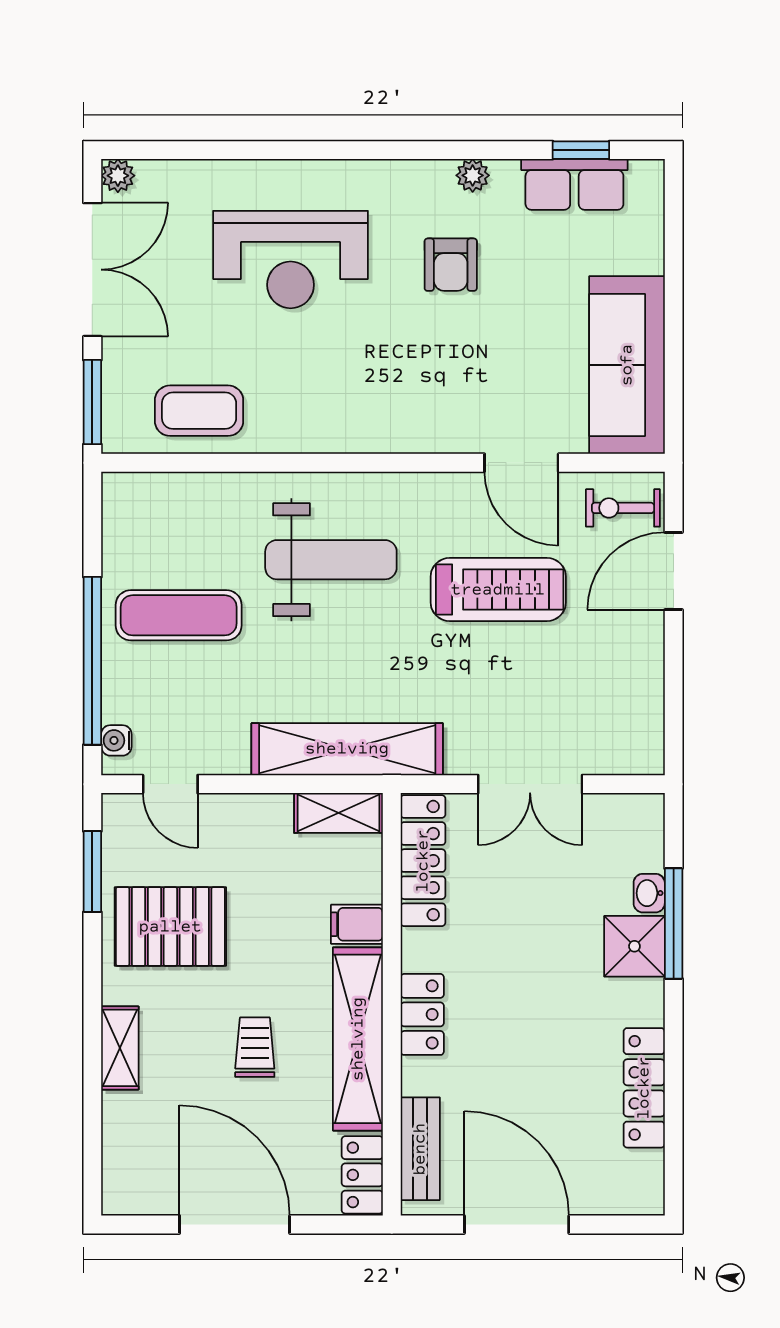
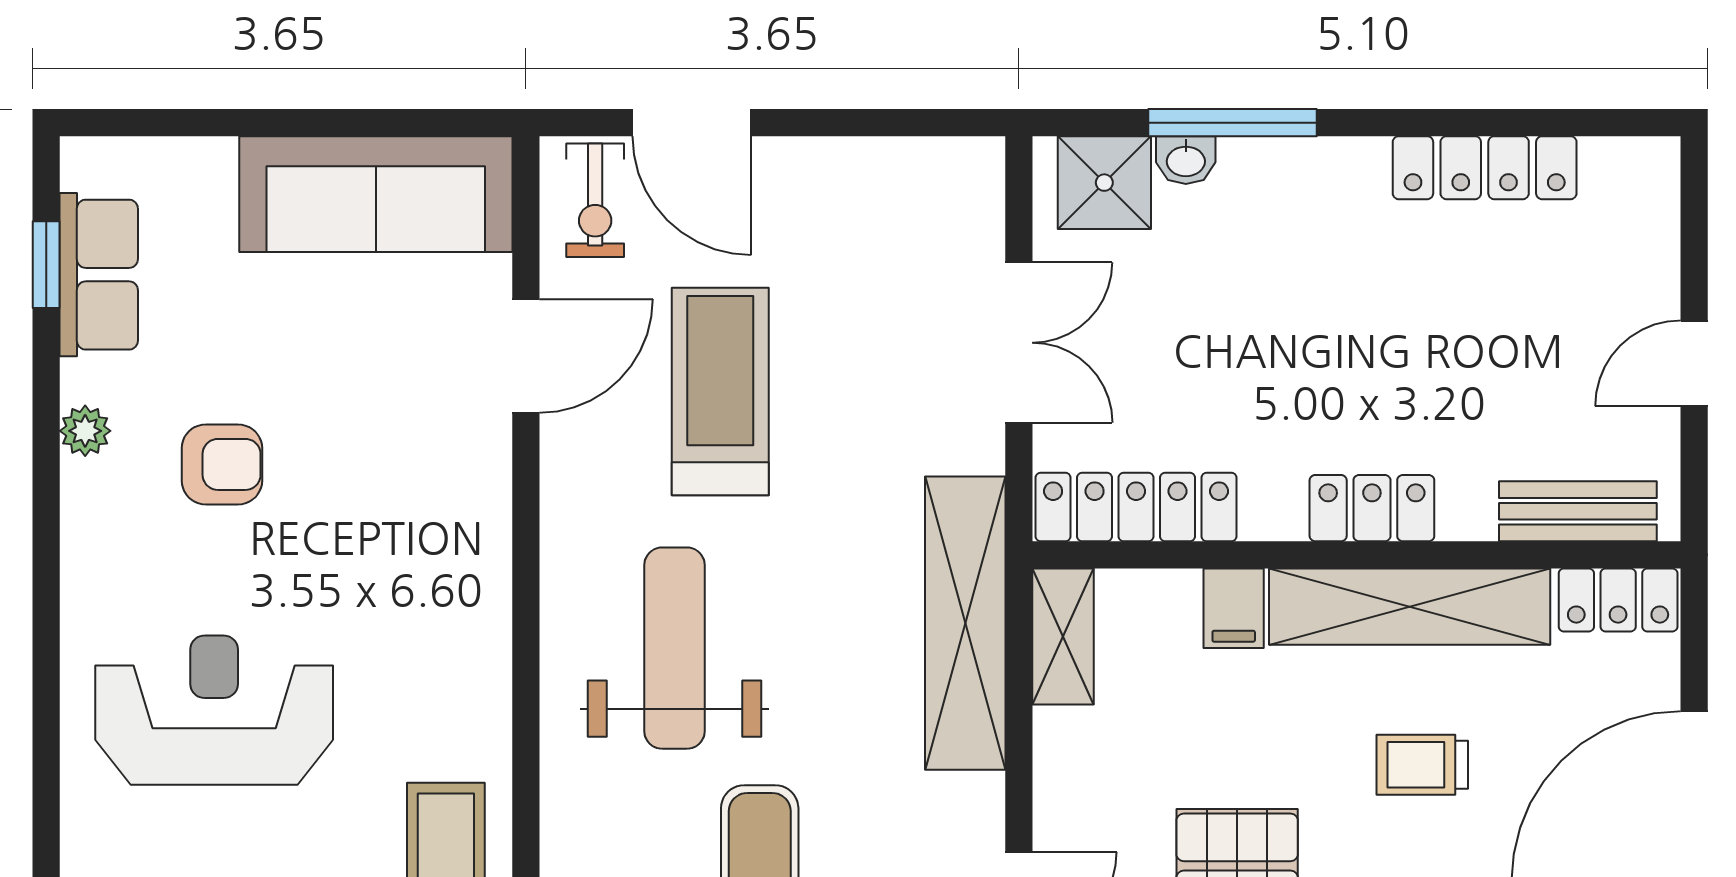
reception desk: (291, 260) -> (214, 710), turned -90
shower: (634, 946) -> (1104, 183), moved
door: (517, 1224) -> (1694, 363), width x0.53

